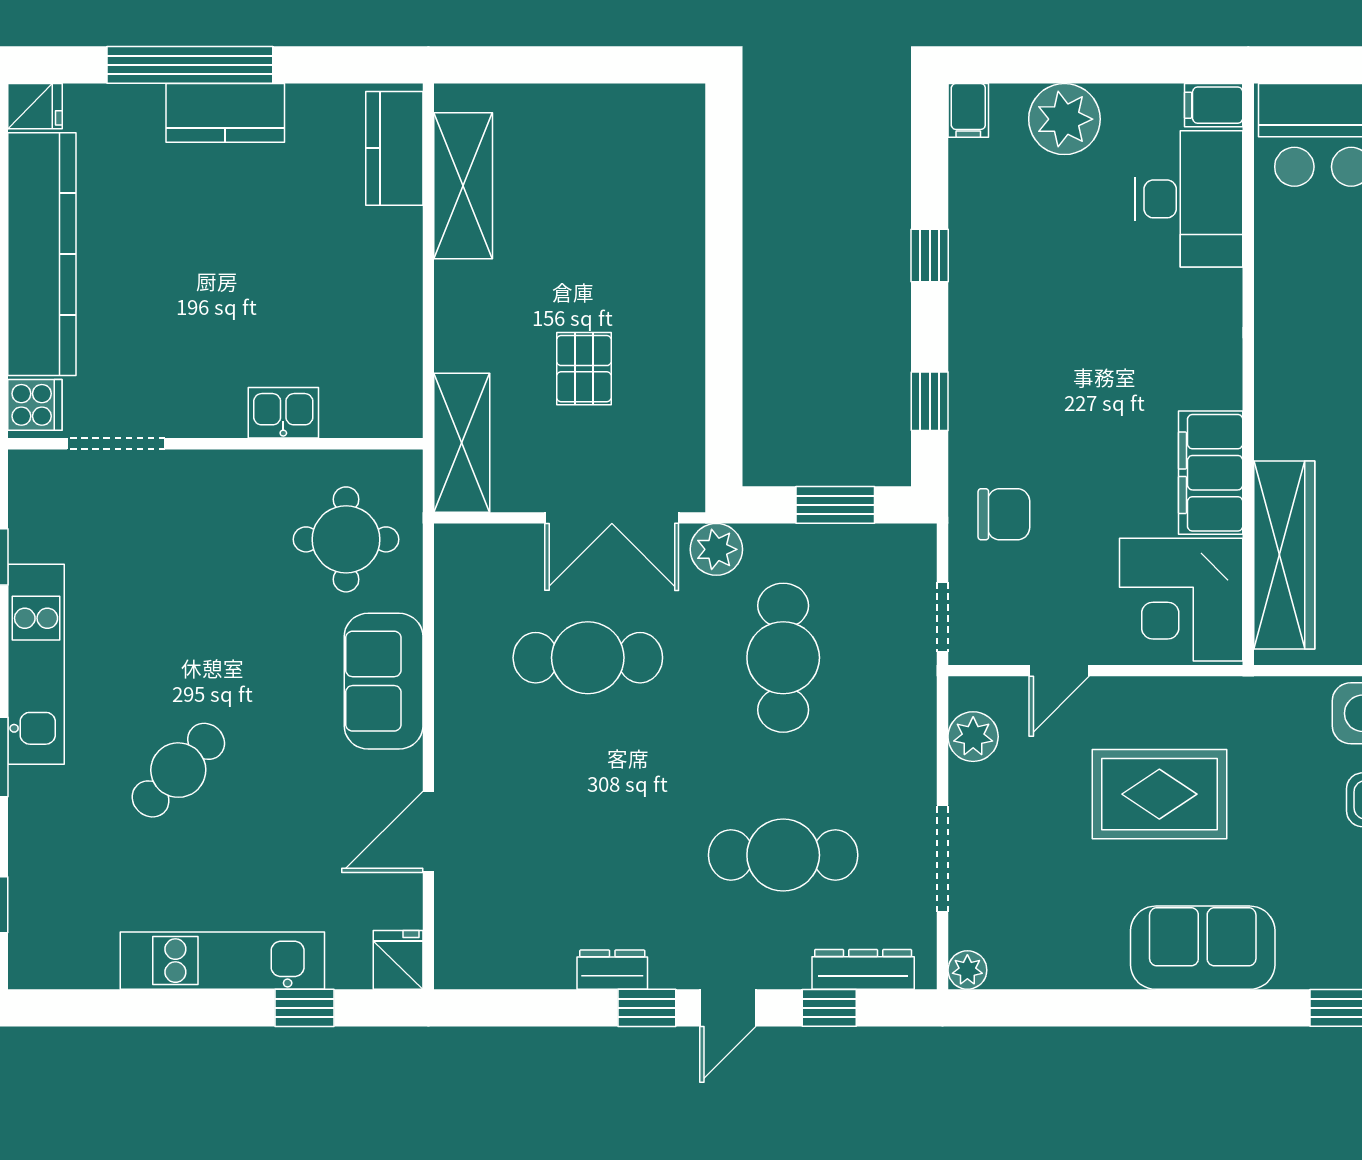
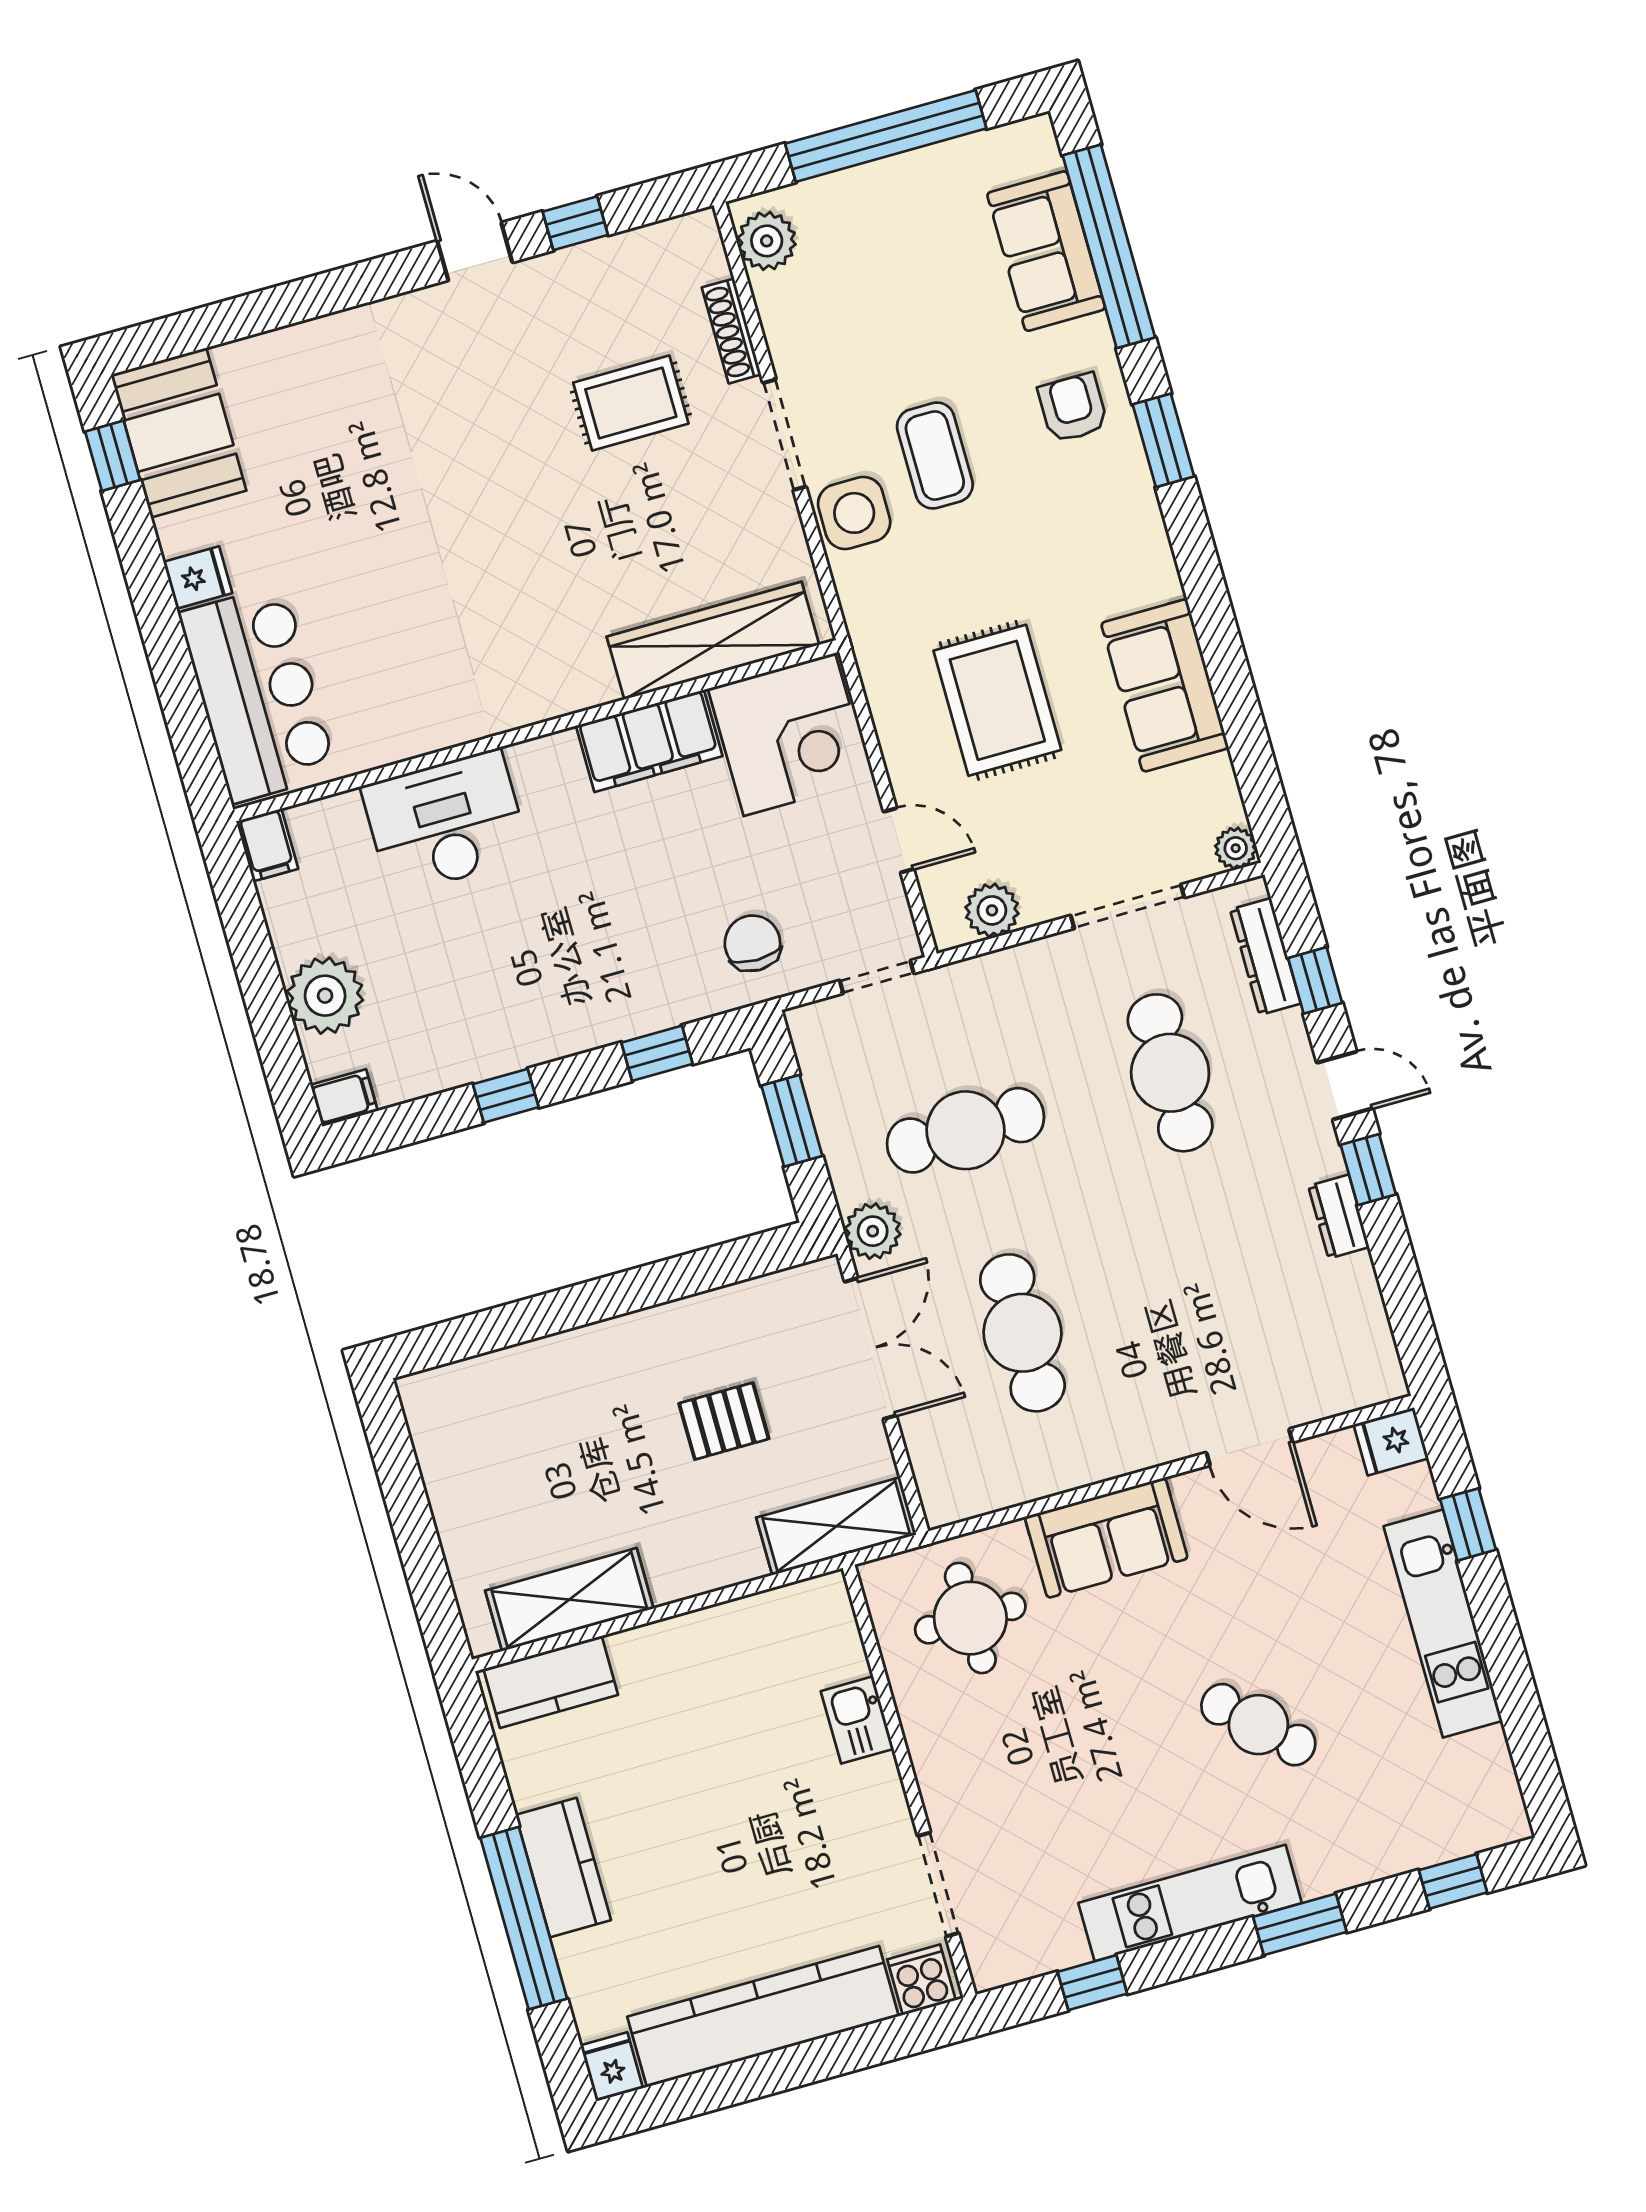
desk: (1189, 199) -> (446, 822), moved
sofa: (1203, 948) -> (1165, 685), moved

